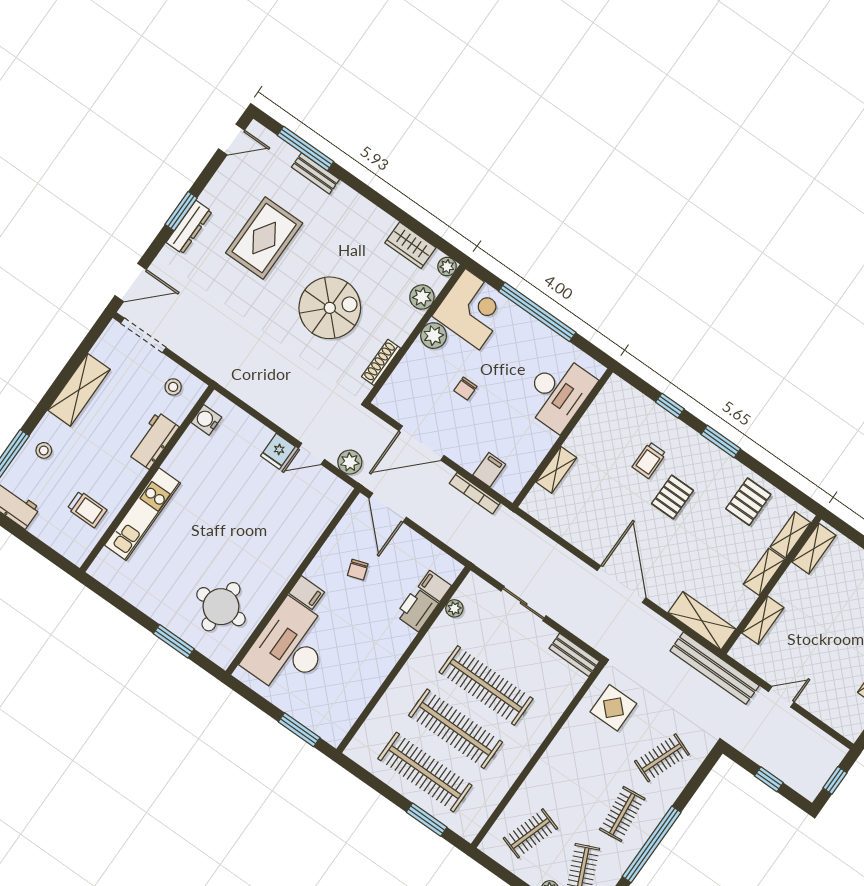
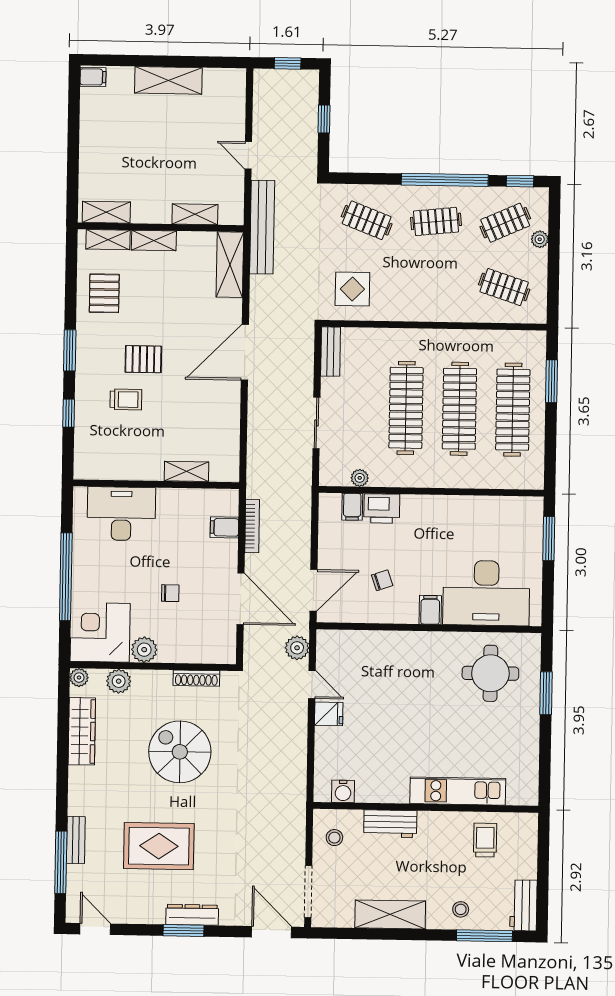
wardrobe: (410, 245) -> (82, 731), width x1.50
pallet: (748, 502) -> (104, 293), turned 90

